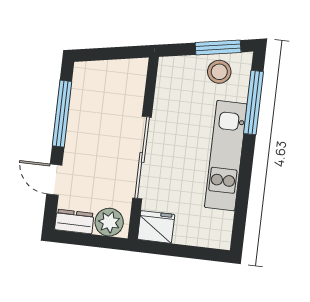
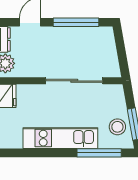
sliding door: (142, 158) -> (74, 81), moved

